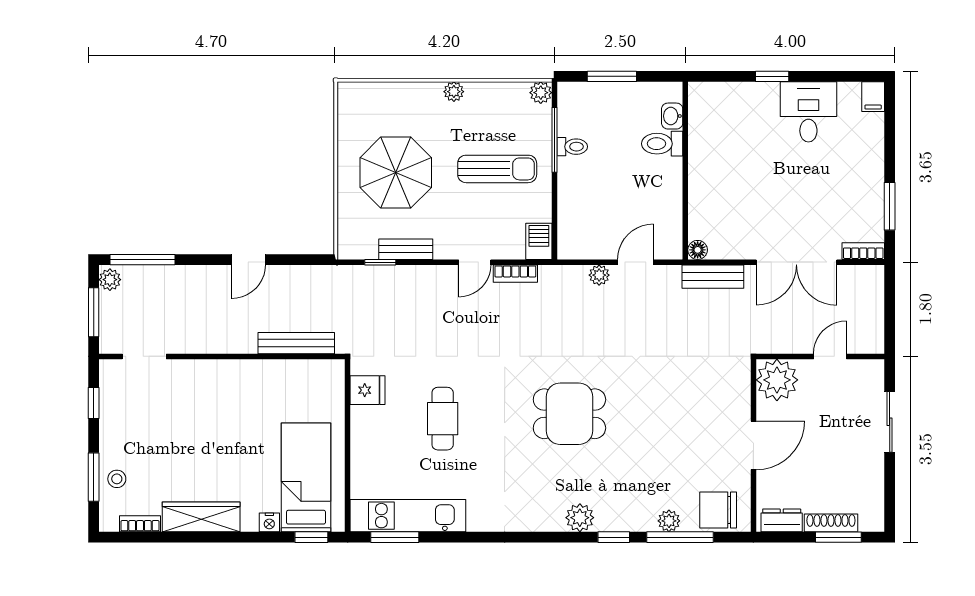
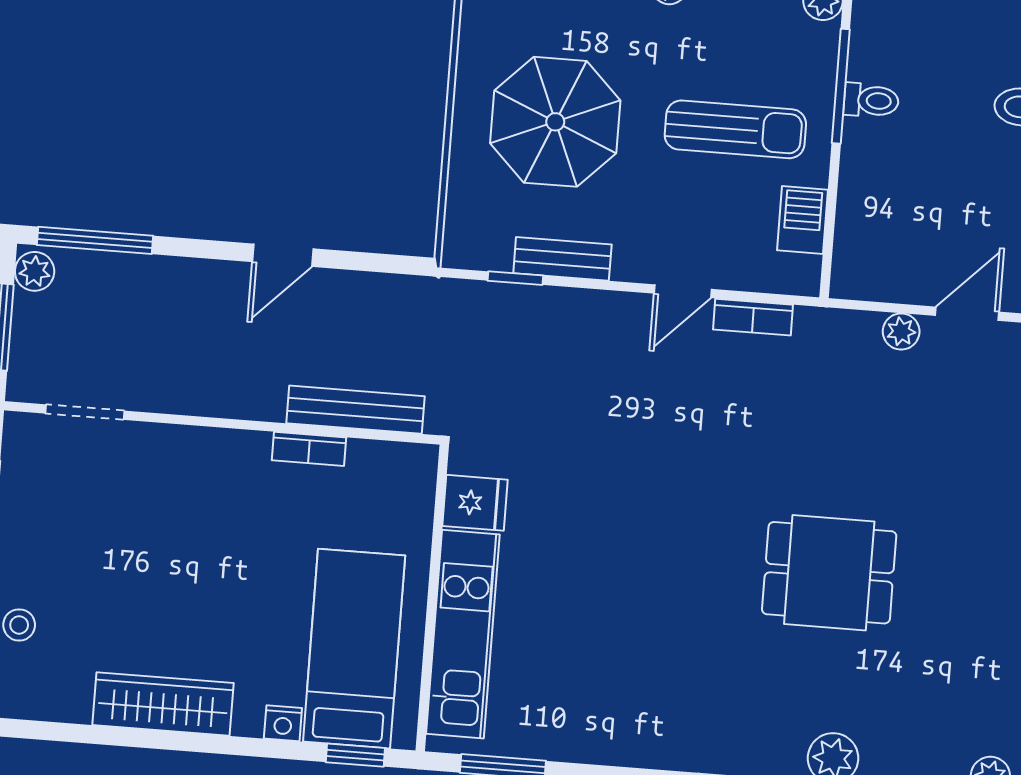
barbecue: (539, 241) -> (802, 220), moved
cafe table: (443, 419) -> (604, 564), removed
kitchen unit: (408, 516) -> (463, 634), moved, turned 90
bookcase: (140, 524) -> (309, 449), moved, turned 180

